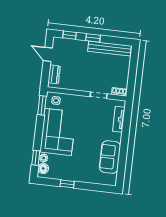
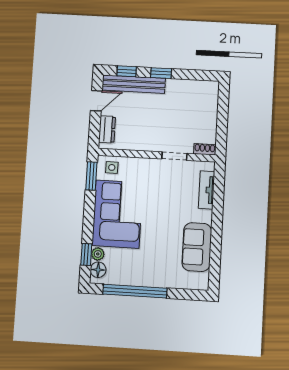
bench: (109, 48) -> (134, 84), moved
door: (48, 54) -> (96, 101), swing flipped
window: (67, 184) -> (135, 291), width x3.17

